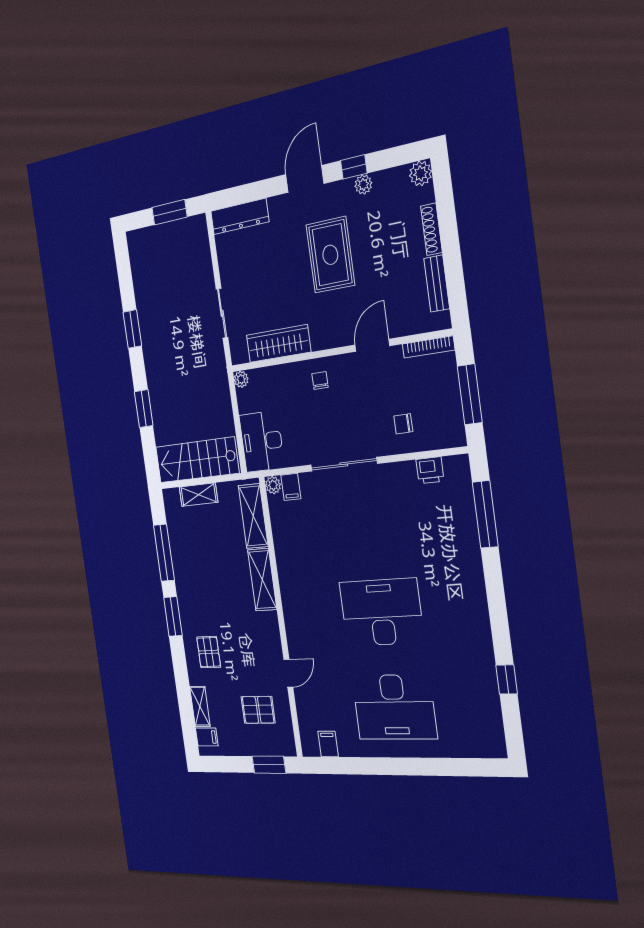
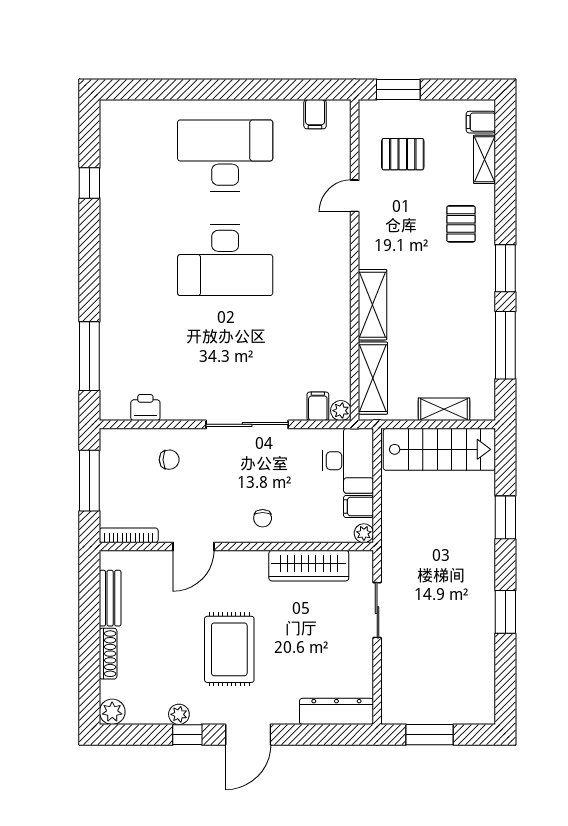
filing cabinet: (248, 402) -> (358, 507), added

